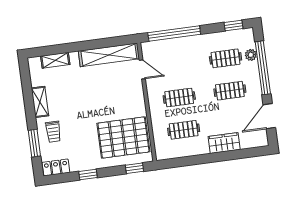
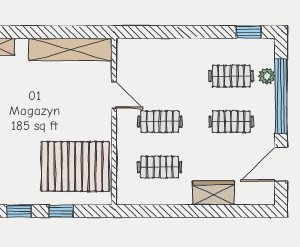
window: (174, 33) -> (165, 32), removed
door: (142, 69) -> (114, 95), moved
window: (134, 168) -> (61, 211), moved

